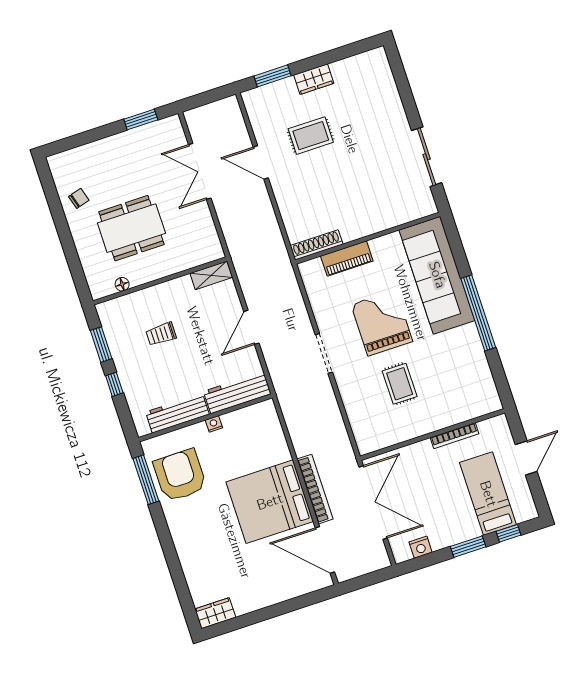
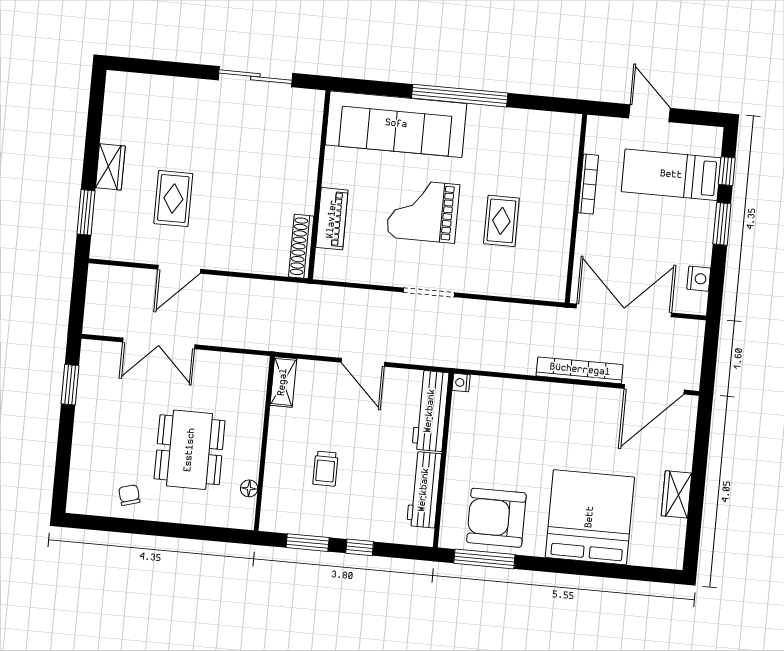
rug: (400, 384) -> (501, 221), turned 90
nightstand: (214, 424) -> (461, 383), moved
bed: (270, 502) -> (590, 517), moved, turned 180
wardrobe: (215, 613) -> (676, 494), moved

